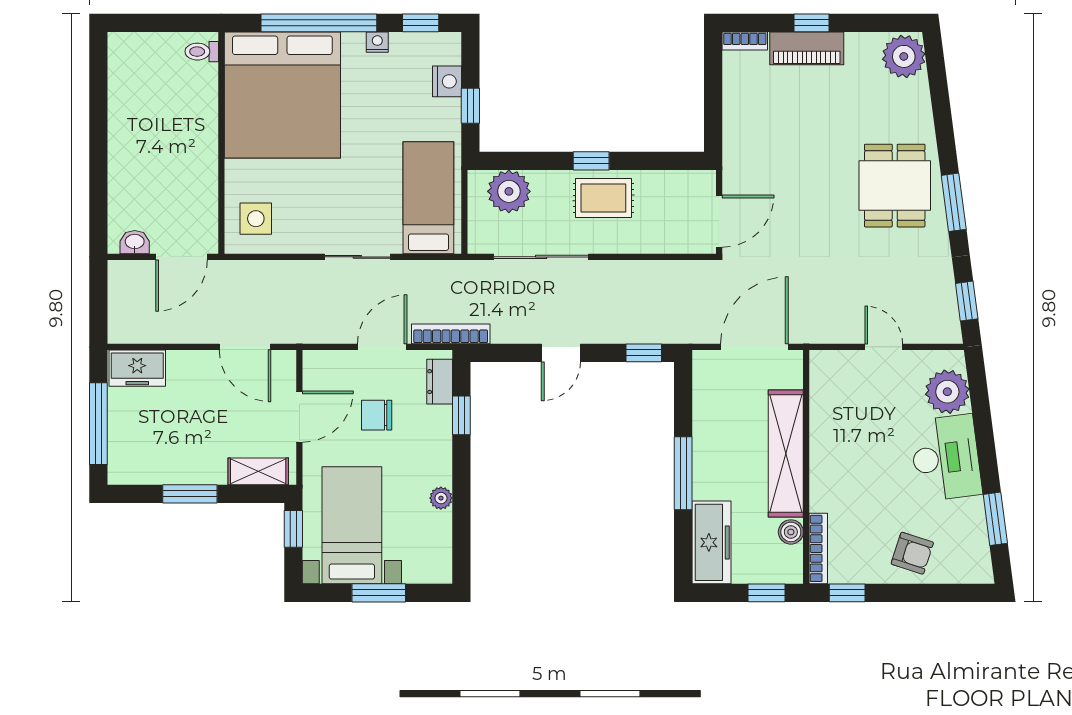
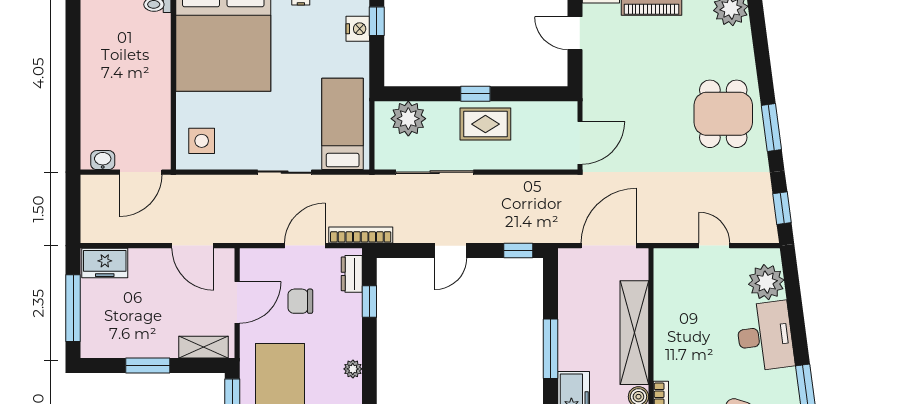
door: (713, 87) -> (575, 33), added
window: (470, 106) -> (377, 21), moved

